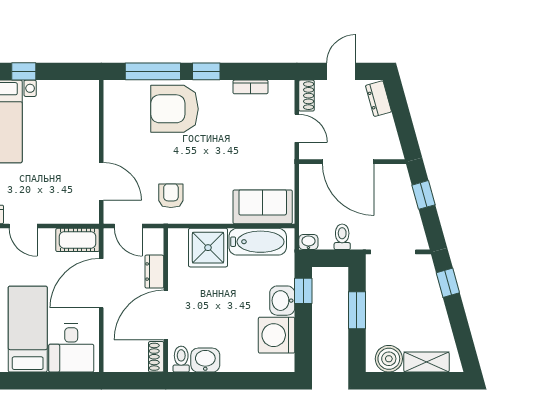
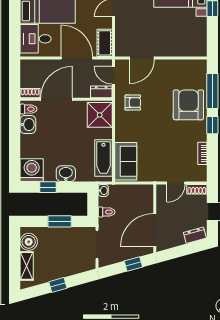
door: (348, 162) -> (155, 230), moved
door: (128, 226) -> (113, 75), hinge flipped
shower: (208, 248) -> (100, 115), moved
dresser: (154, 272) -> (101, 92), moved
window: (448, 283) -> (58, 285), moved
window: (303, 291) -> (48, 187), moved
door: (166, 315) -> (57, 99), hinge flipped
washing machine: (277, 335) -> (32, 170), moved

